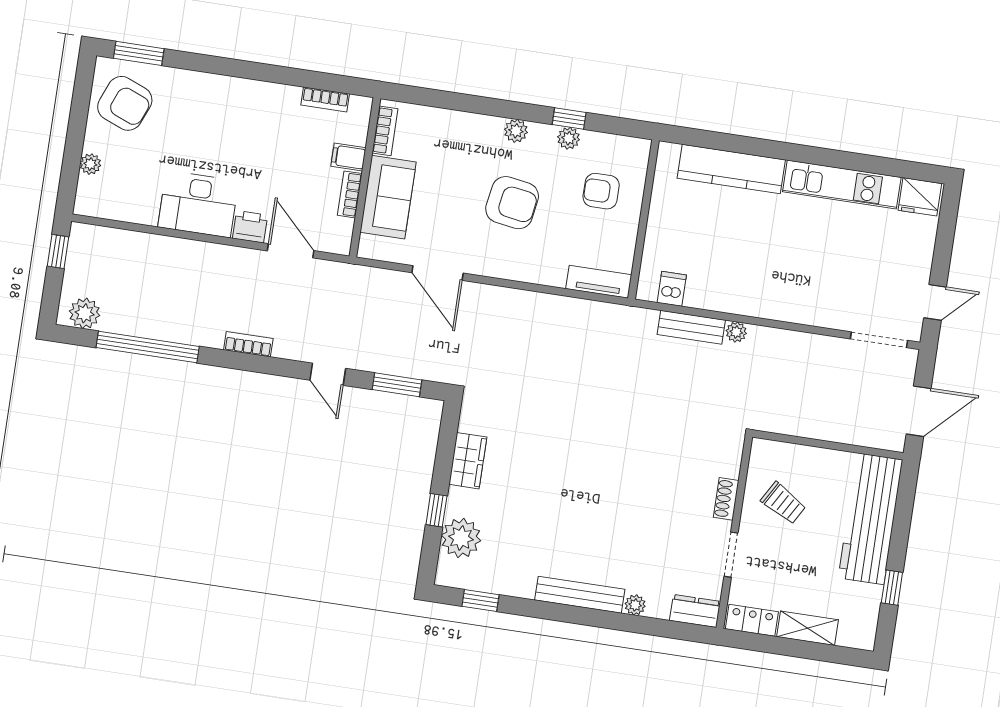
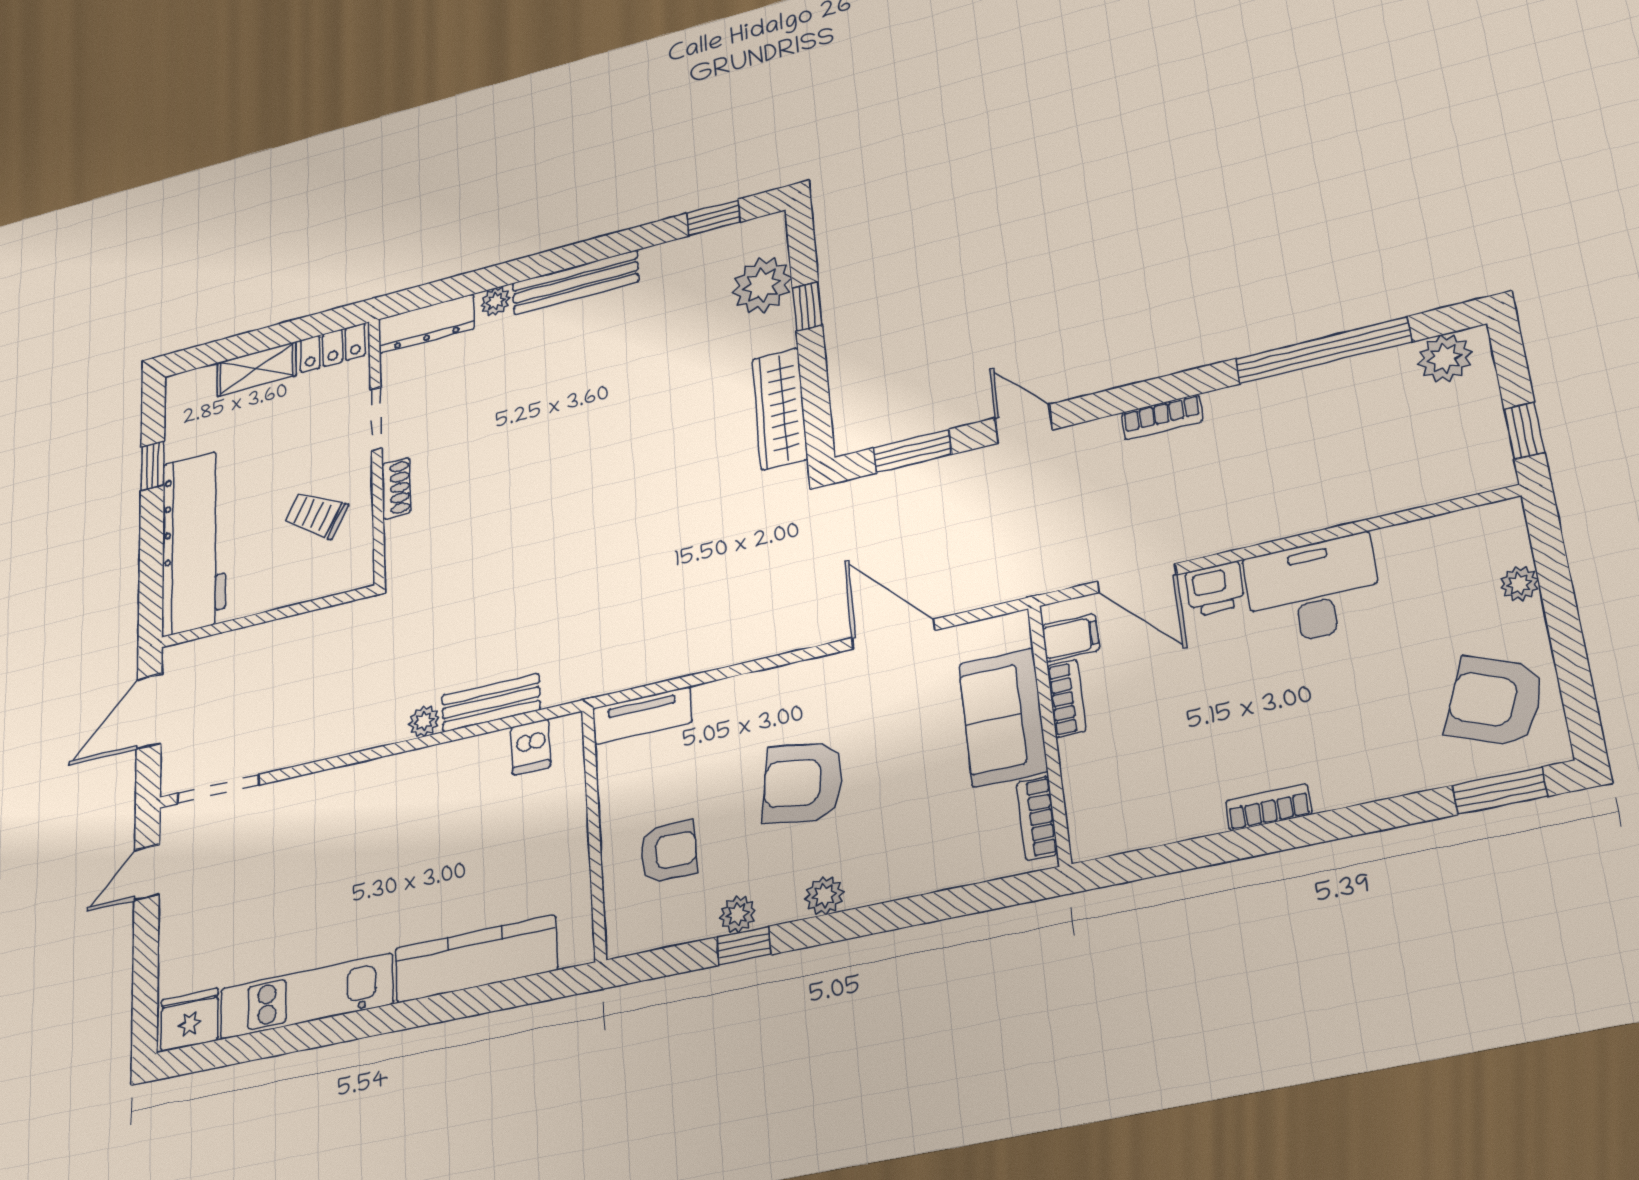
bookcase: (325, 99) -> (1269, 807), moved
filing cabinet: (348, 157) -> (1071, 638), moved
wardrobe: (468, 461) -> (780, 409), width x1.50
dresser: (695, 611) -> (426, 324), width x1.44

